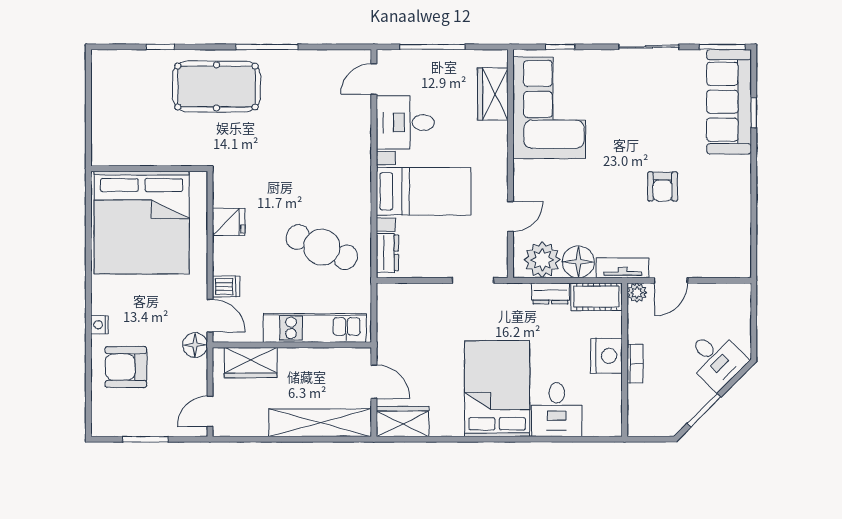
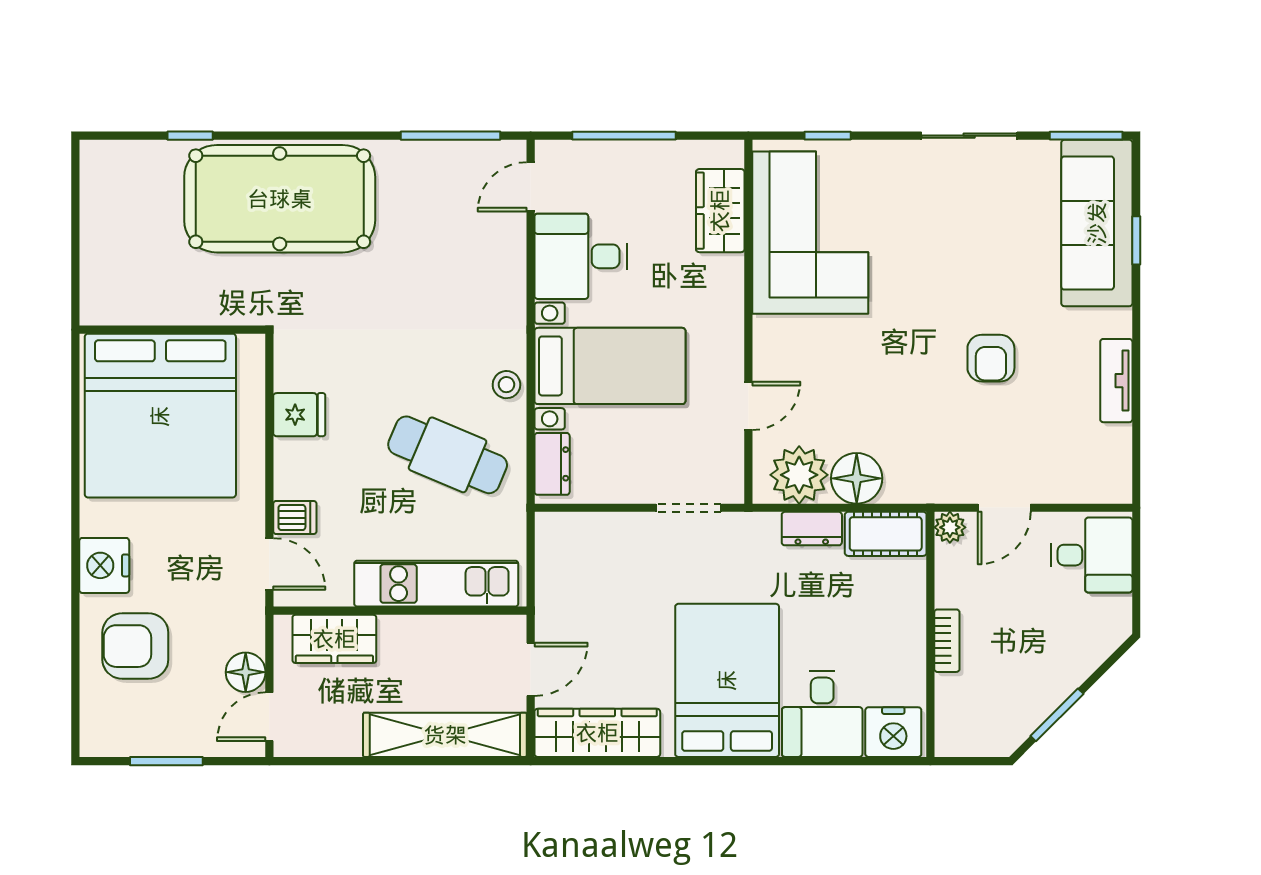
window: (267, 47) -> (451, 136), moved
pool table: (216, 86) -> (280, 199), width x1.36, depth x1.32
stool: (359, 203) -> (506, 385), added
tv unit: (623, 268) -> (1116, 381), moved, turned -90
nightstand: (100, 325) -> (104, 565), width x1.89, depth x1.79
floor lamp: (195, 345) -> (246, 672), moved
nightstand: (606, 356) -> (893, 732), moved, turned 90
desk: (716, 359) -> (1092, 555), moved, turned -45
door: (374, 382) -> (531, 669), hinge flipped
wardrobe: (403, 422) -> (597, 733), width x1.50

